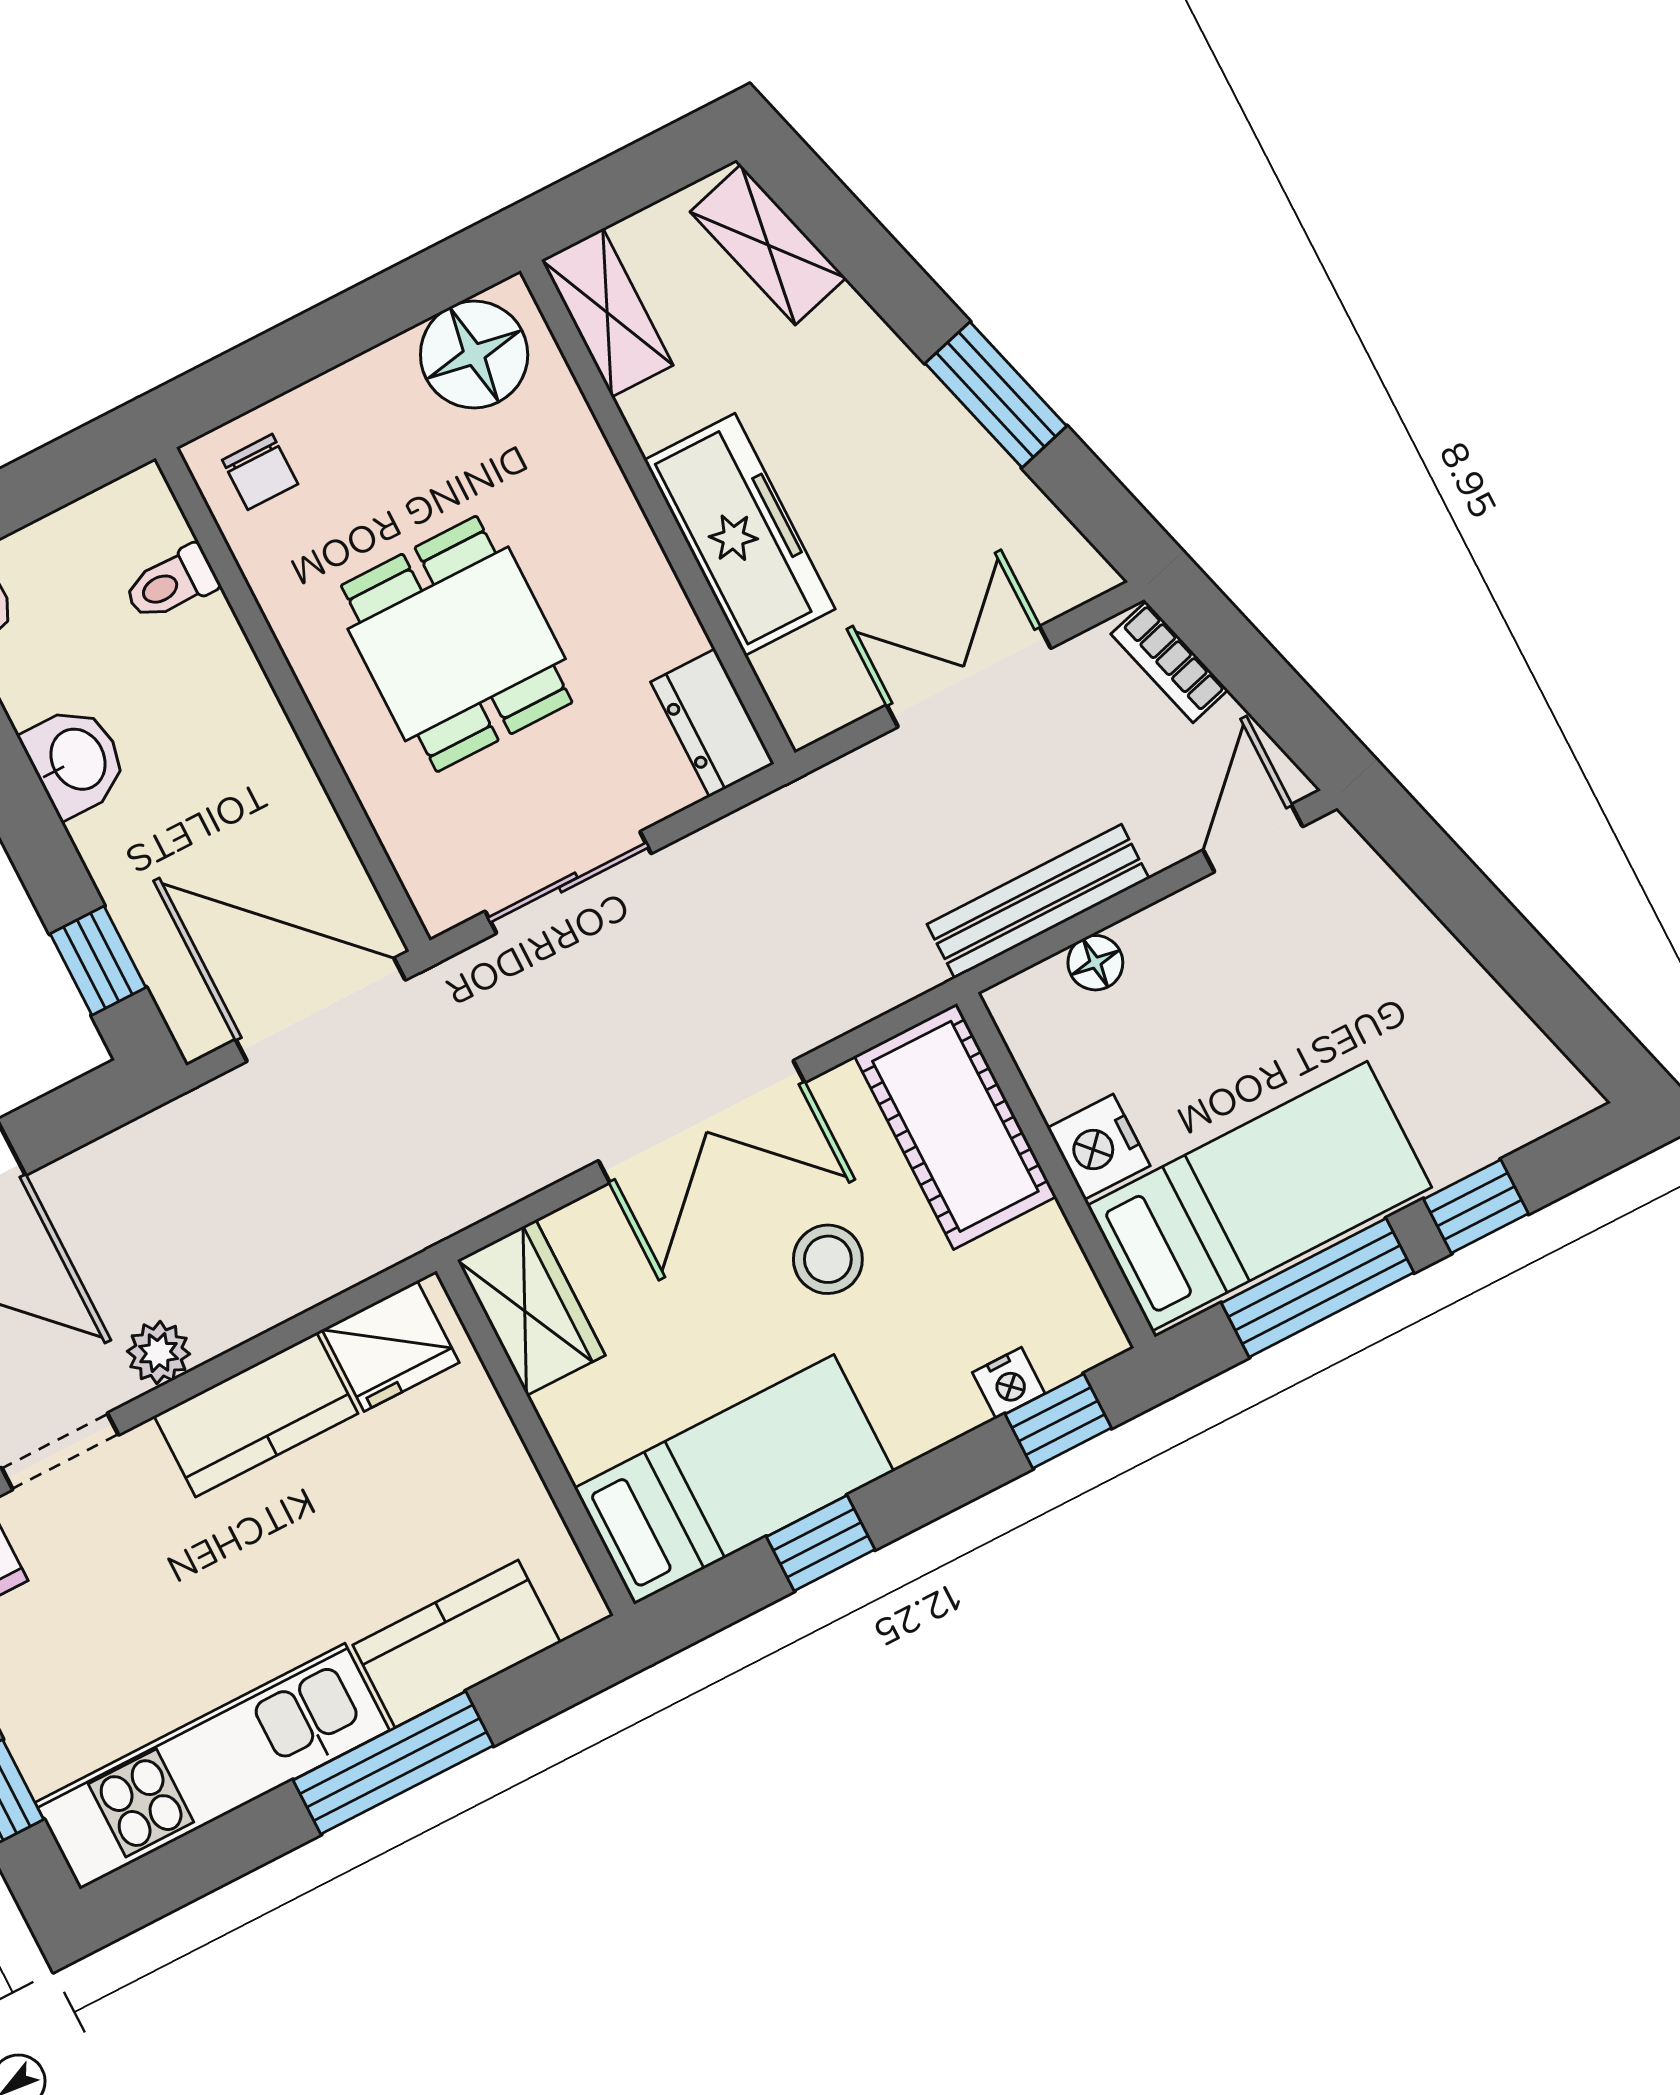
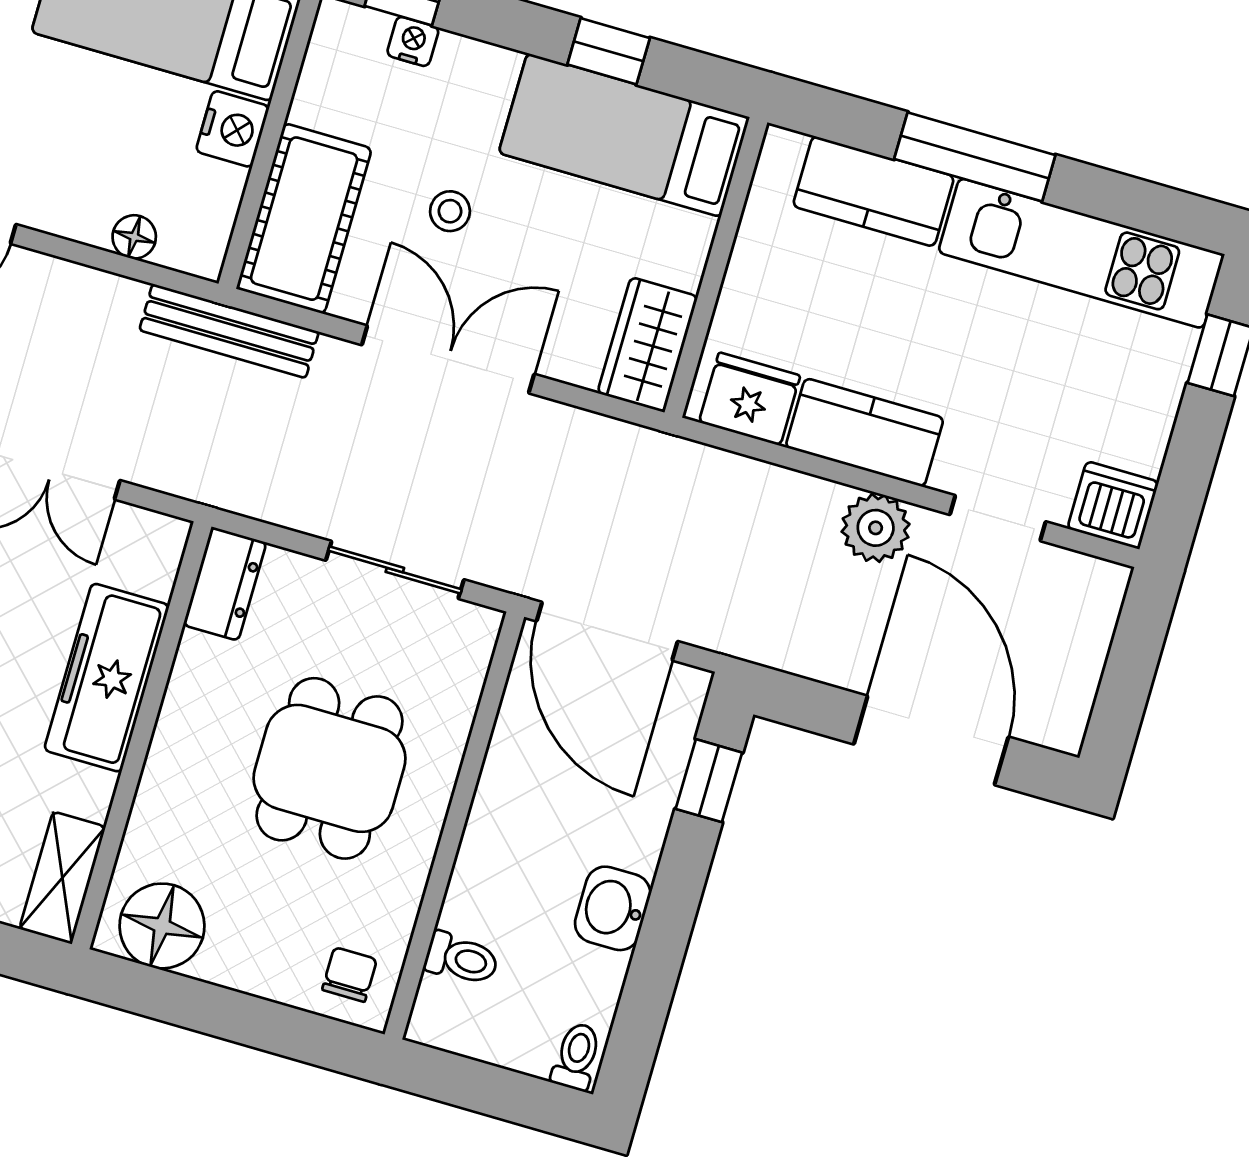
bench: (1038, 901) -> (229, 331), moved
stool: (828, 1259) -> (450, 211), width x0.73, depth x0.73
plant: (158, 1353) -> (876, 528), width x1.38, depth x1.38

